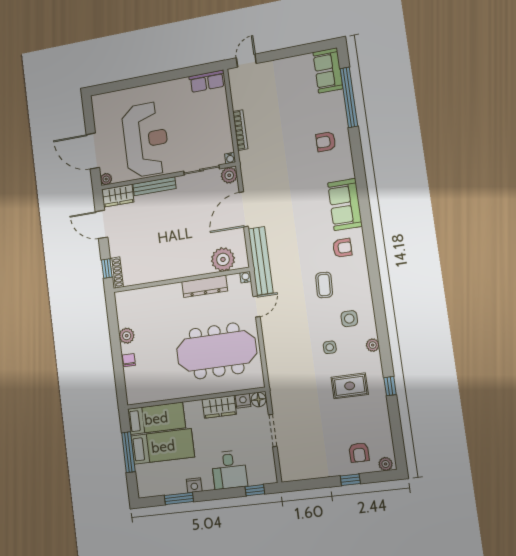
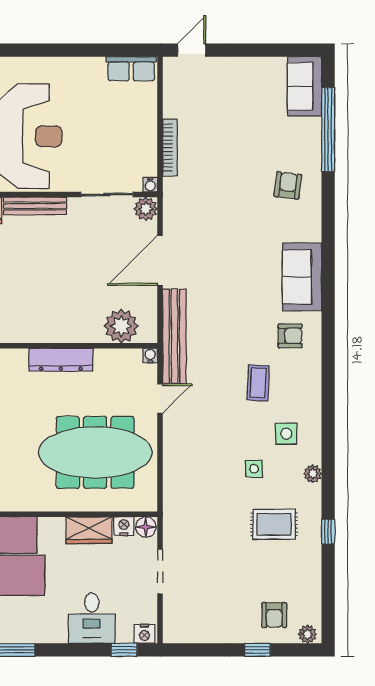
armchair: (326, 142) -> (288, 185), turned 97
dresser: (205, 286) -> (61, 360), moved
nightstand: (194, 485) -> (144, 634), moved

